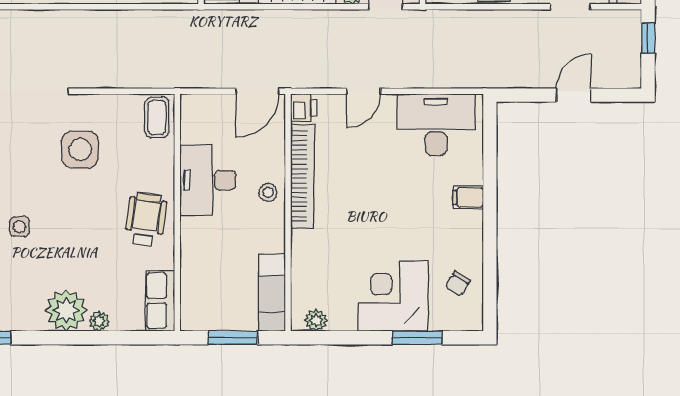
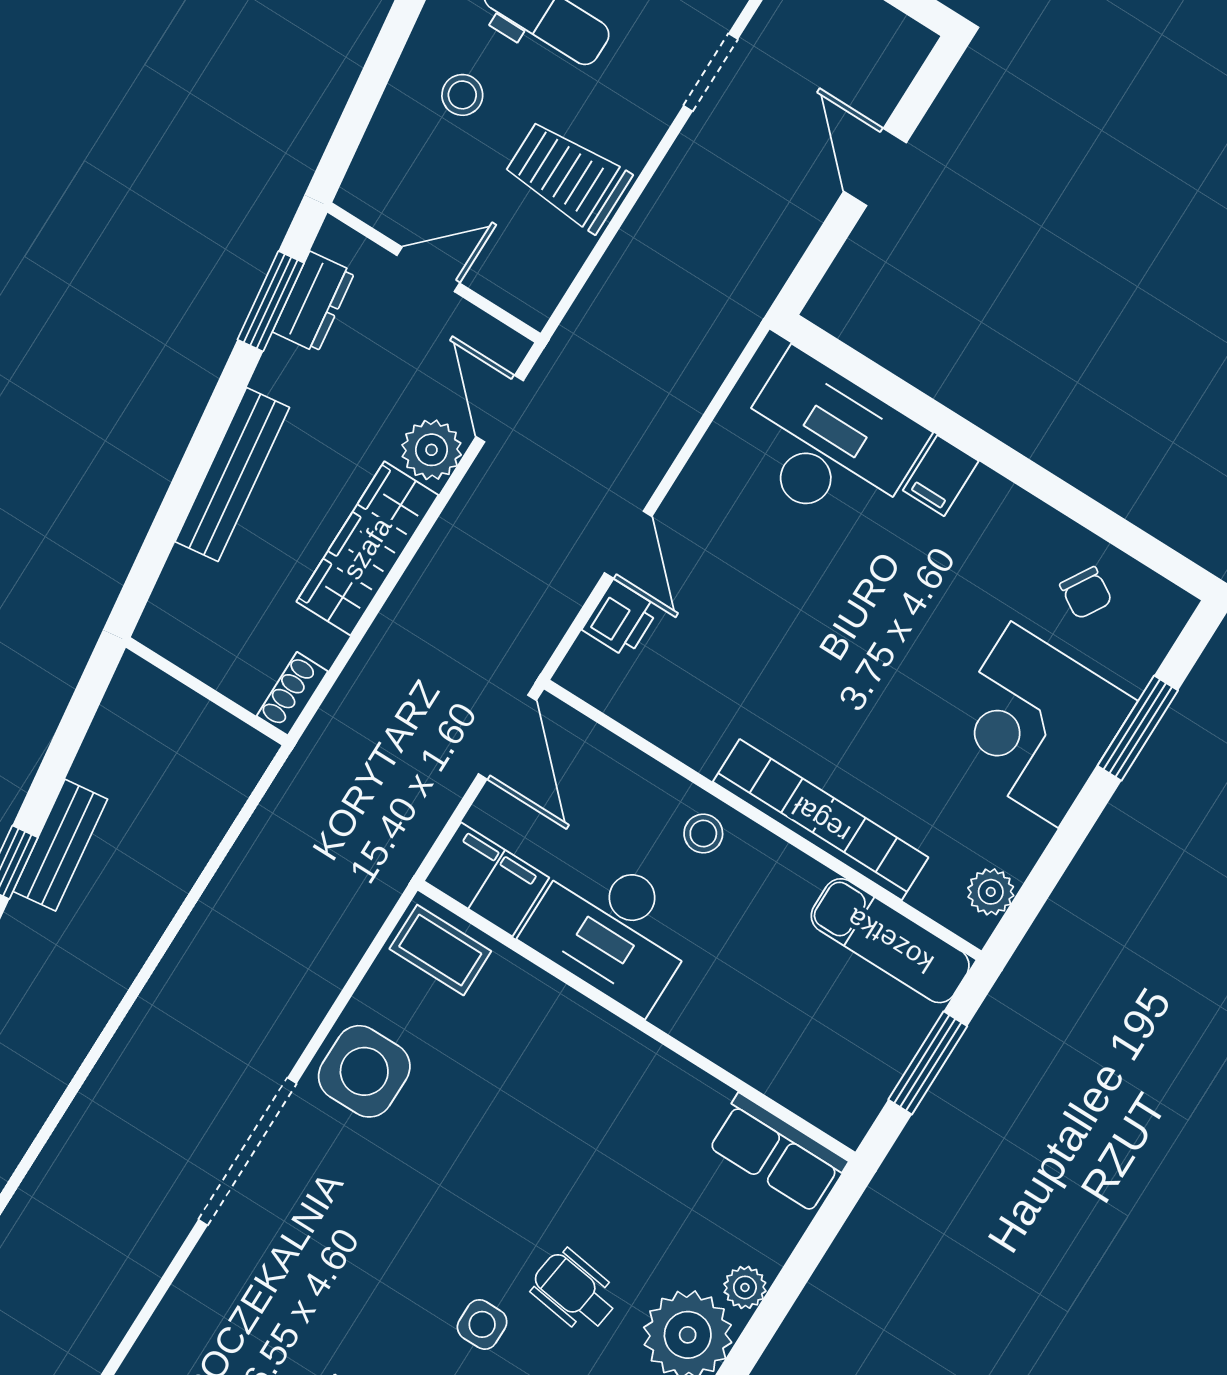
printer: (304, 108) -> (621, 619), moved, turned 90
filing cabinet: (196, 118) -> (487, 879), added
desk: (436, 125) -> (827, 444), moved, turned 90
side table: (80, 150) -> (364, 1071), moved
bookcase: (303, 176) -> (821, 820), moved
wheelchair: (146, 220) -> (574, 1291), moved, width x0.73, depth x0.73

